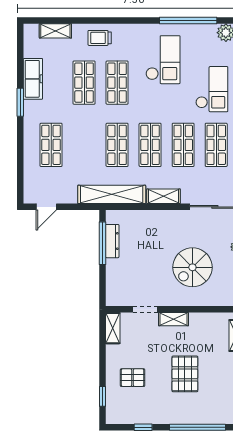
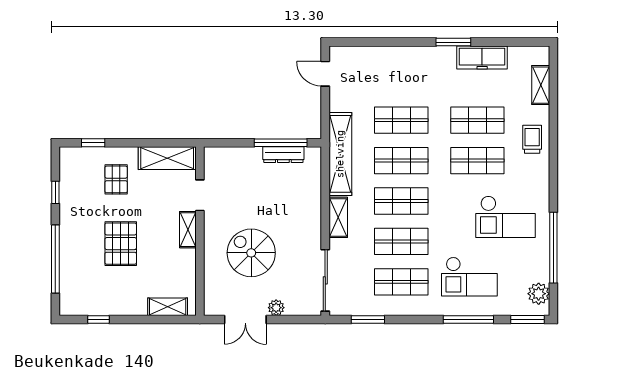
shop shelf: (51, 145) -> (401, 120), moved
shelving: (113, 328) -> (167, 158), width x1.50, depth x1.33
pallet: (185, 374) -> (121, 244), turned 90

